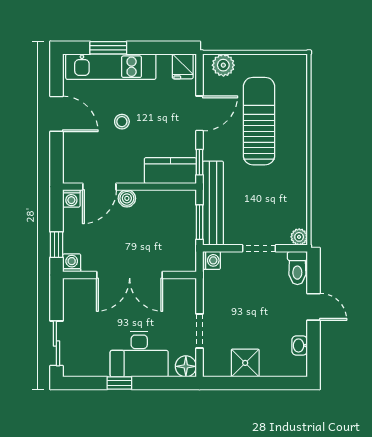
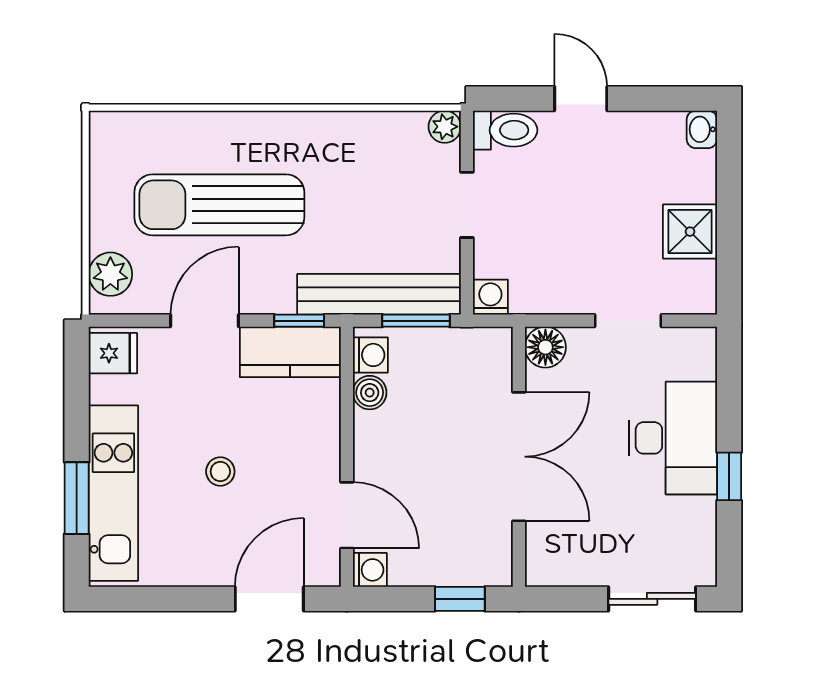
door: (199, 113) -> (205, 321), hinge flipped
door: (56, 114) -> (269, 599), moved
kitchen counter: (170, 171) -> (290, 352), moved, turned -90
boiler: (127, 198) -> (370, 393), moved
washing machine: (72, 263) -> (370, 355), moved, turned 180
door: (314, 307) -> (581, 99), hinge flipped
washbasin: (300, 345) -> (702, 129), moved, turned 90
floor lamp: (186, 366) -> (545, 347), moved

